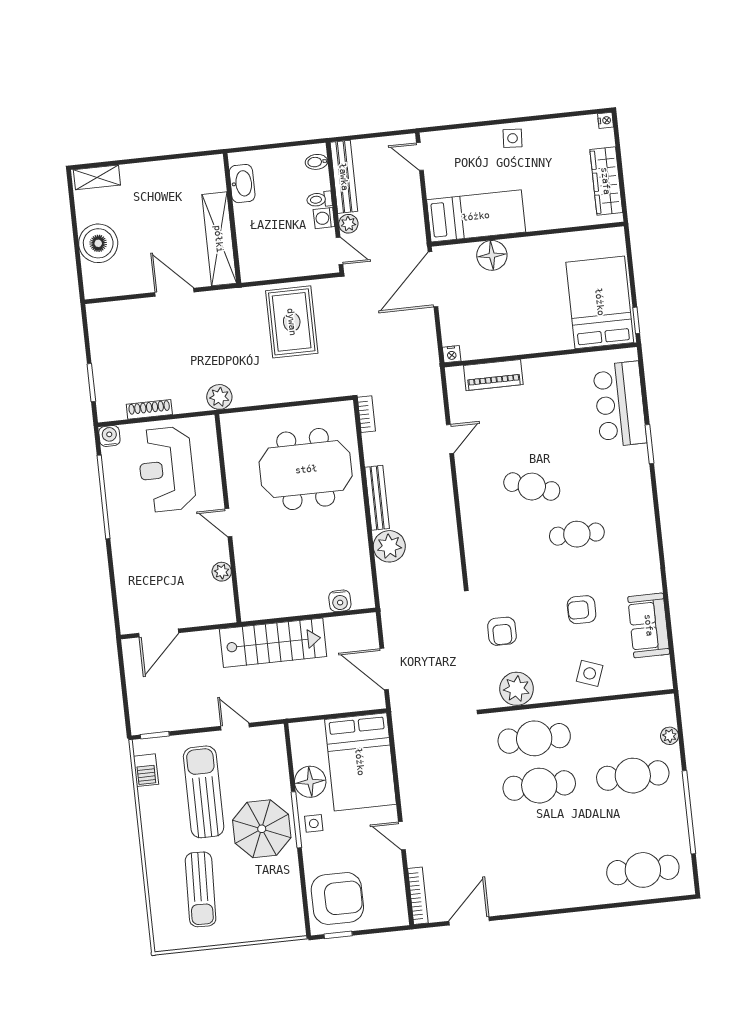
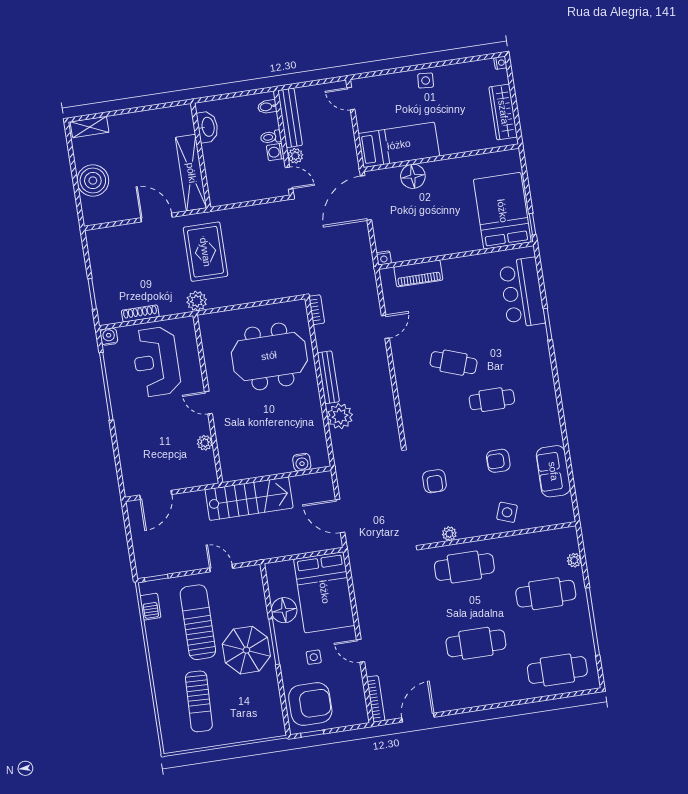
rug: (292, 322) -> (205, 252), moved
plant: (517, 689) -> (449, 534), width x0.53, depth x0.53
cafe table: (539, 786) -> (476, 643), moved
side table: (314, 823) -> (314, 657), moved

